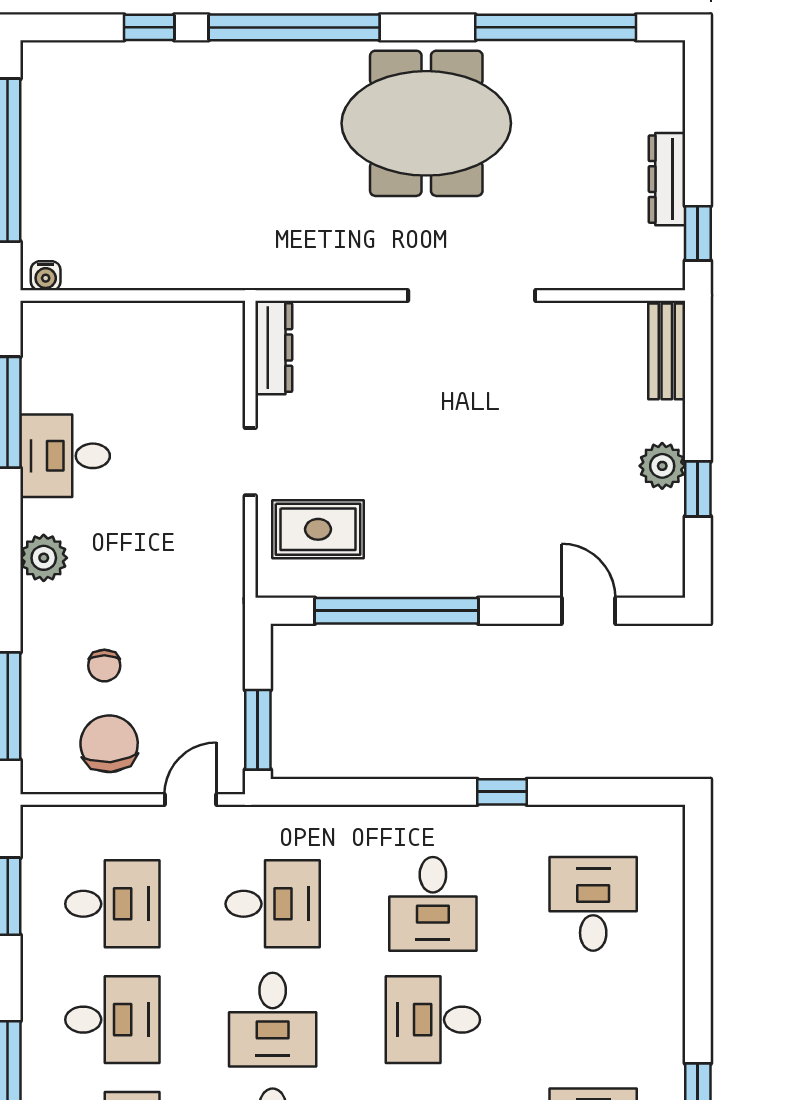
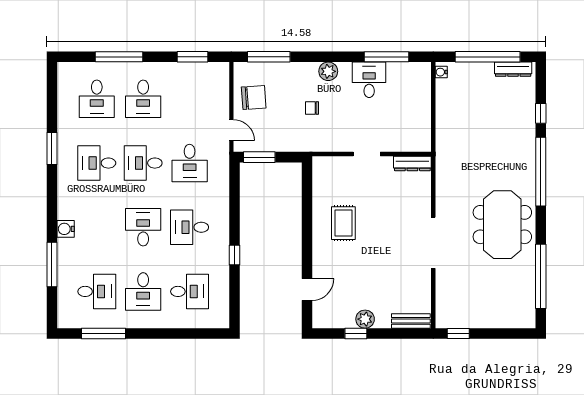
dresser: (667, 179) -> (513, 69), moved, turned 180
rug: (318, 529) -> (343, 223), moved
window: (396, 611) -> (307, 213), removed
chair: (104, 666) -> (312, 108), moved
desk: (112, 904) -> (143, 291), moved

